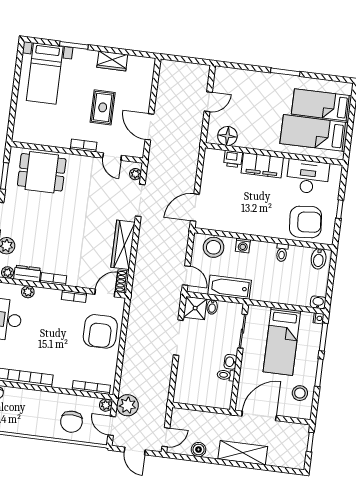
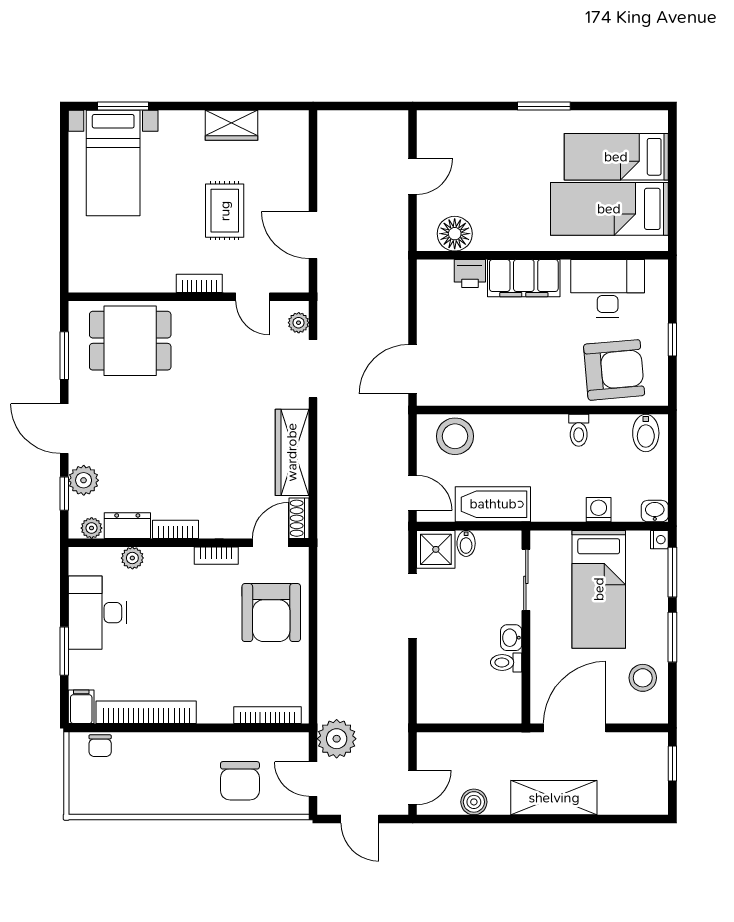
window: (74, 45) -> (123, 106), moved
washing machine: (243, 246) -> (599, 510), moved, turned 180
plant: (106, 405) -> (298, 743), removed

